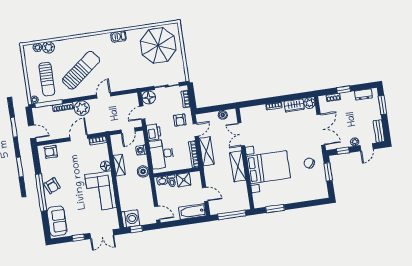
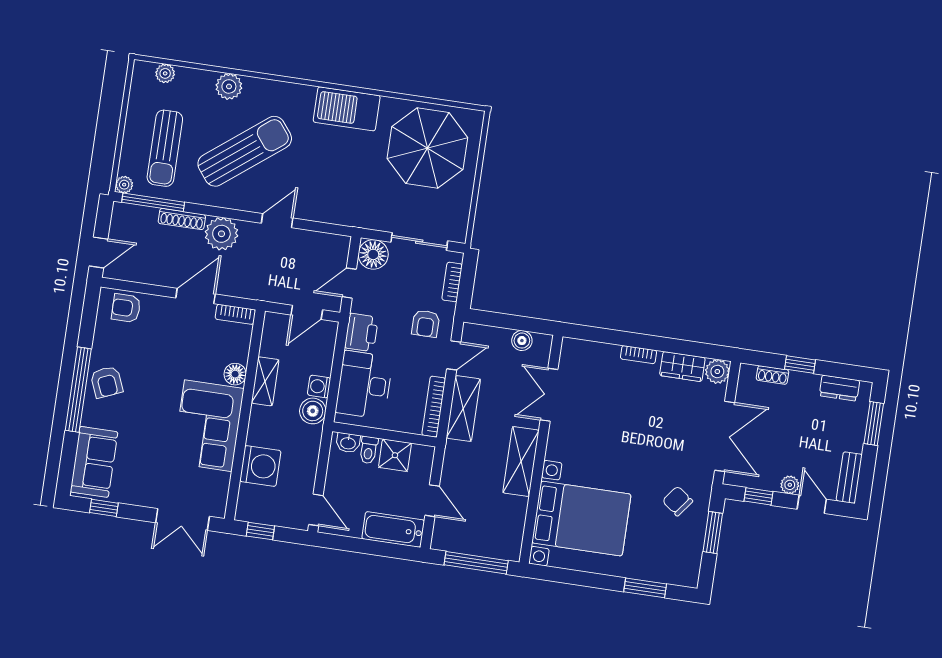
barbecue: (118, 36) -> (347, 109), width x1.88, depth x1.53
plant: (48, 47) -> (229, 86), moved
door: (32, 132) -> (99, 253), hinge flipped
door: (367, 147) -> (812, 504), swing flipped
washing machine: (141, 150) -> (319, 386), moved
bed with nightstands: (268, 167) -> (581, 519), moved
window: (275, 209) -> (645, 588), moved
washing machine: (130, 219) -> (260, 466), moved
window: (78, 238) -> (104, 508), moved

